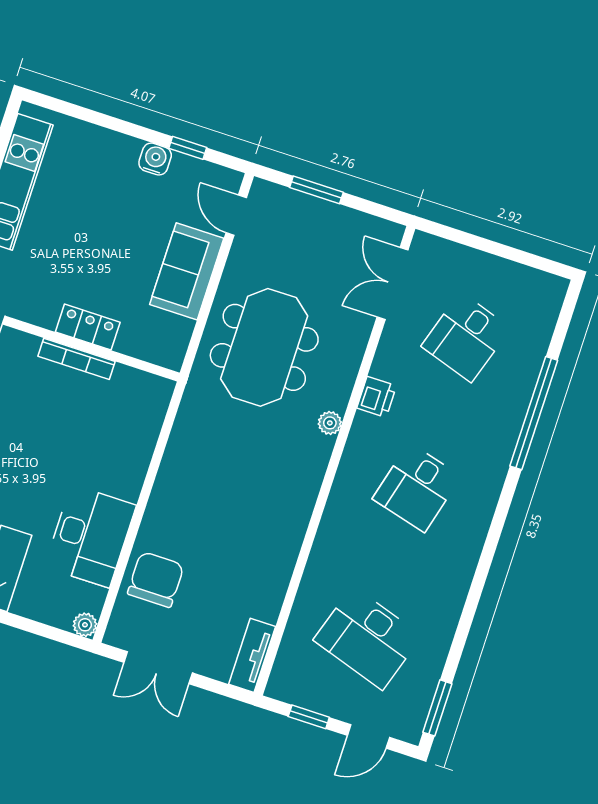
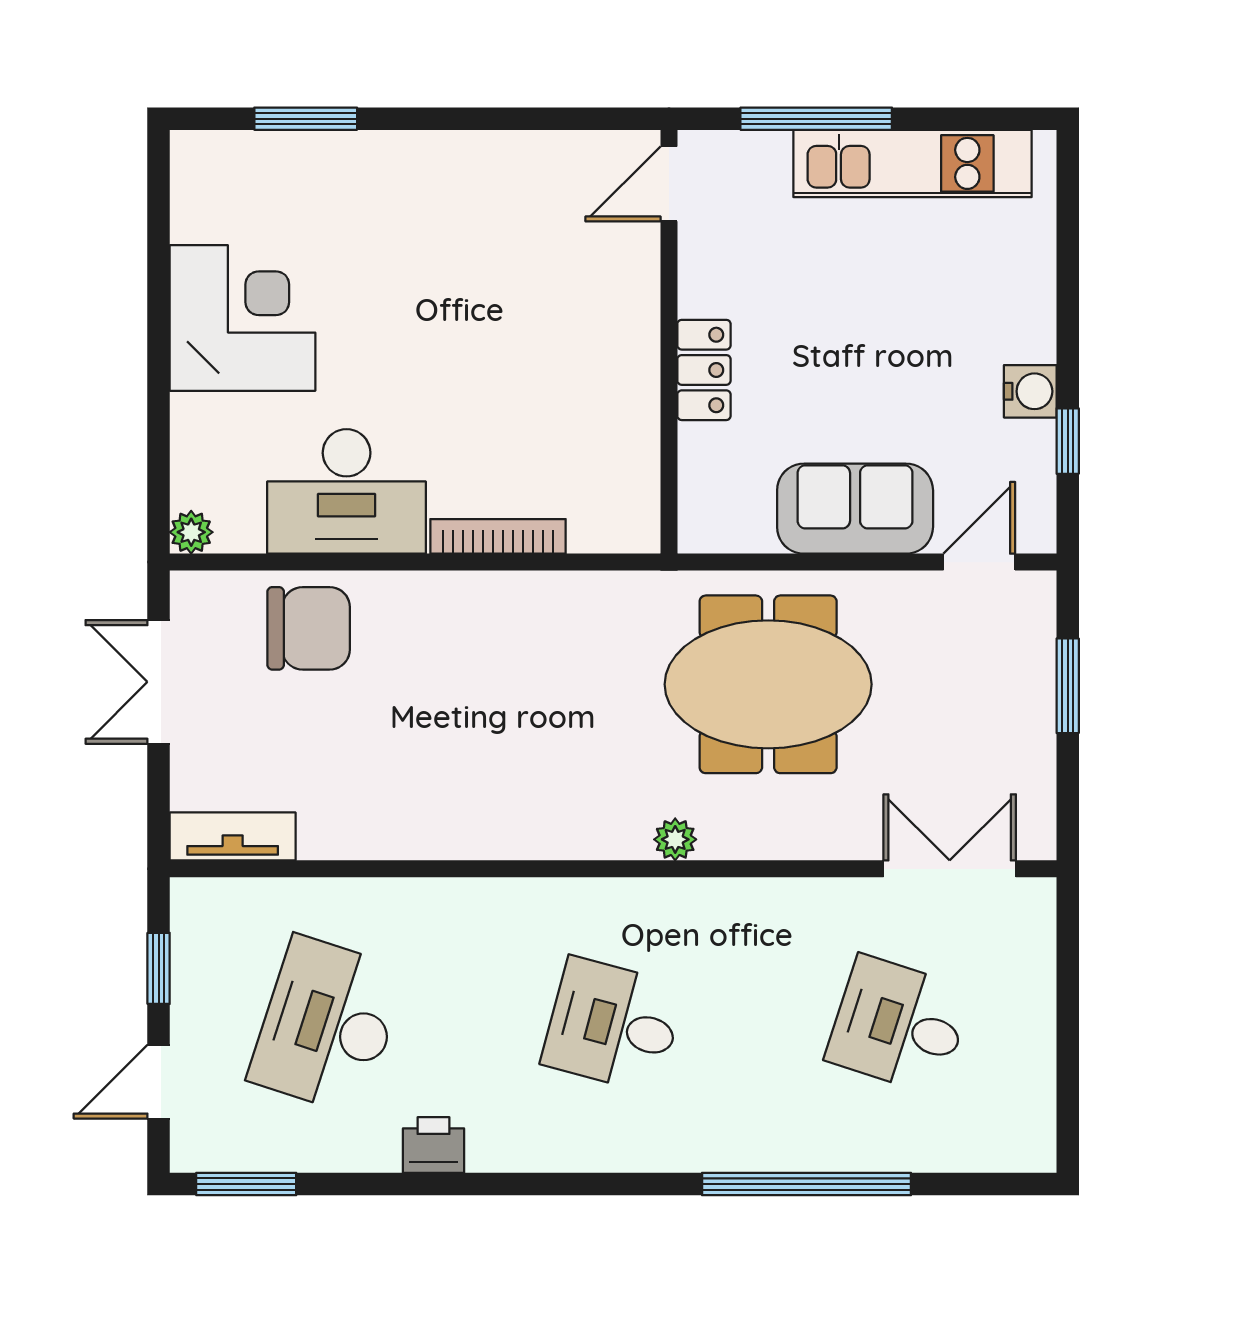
bookcase: (77, 359) -> (498, 536), moved, turned 90
printer: (377, 397) -> (434, 1145), moved, turned 180
door: (368, 736) -> (159, 1082), hinge flipped

